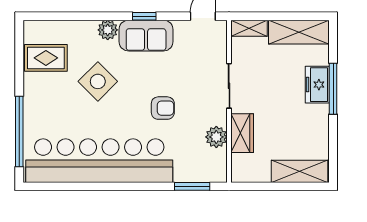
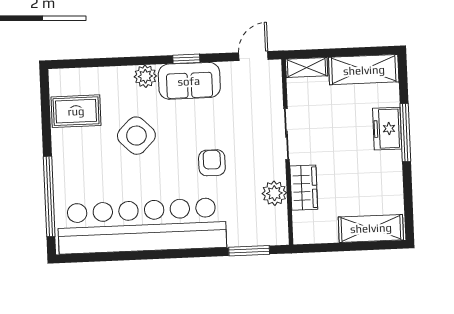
armchair: (163, 108) -> (212, 163), turned -90

